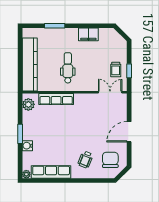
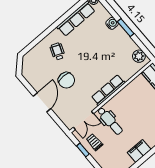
dental chair: (68, 68) -> (110, 121), moved
row of seats: (56, 99) -> (108, 90), moved
chair: (110, 160) -> (66, 80), moved

